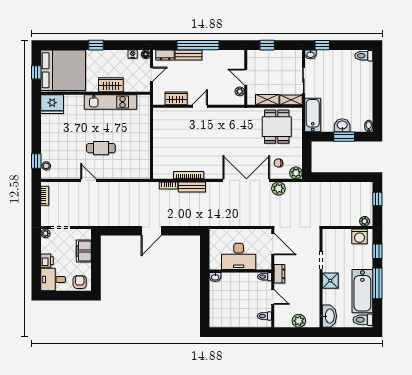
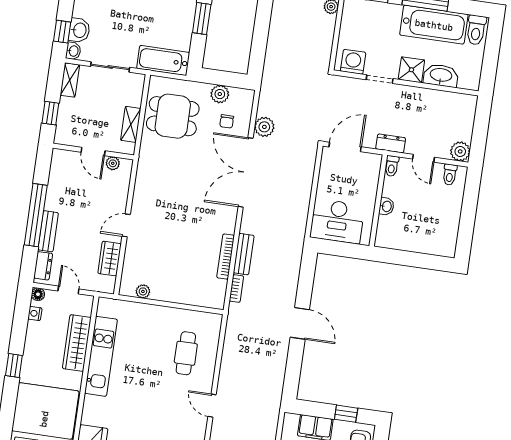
door: (246, 77) -> (93, 151), hinge flipped
wardrobe: (111, 85) -> (77, 343), width x1.50
shelving: (291, 100) -> (70, 80), moved
door: (200, 106) -> (126, 225), hinge flipped
plant: (158, 124) -> (143, 291), added
washbasin: (342, 125) -> (79, 30), moved, turned 180
cafe table: (101, 148) -> (186, 353), moved
plant: (296, 173) -> (220, 94), moved
door: (88, 180) -> (212, 406), hinge flipped
washing machine: (360, 236) -> (353, 62), moved, turned -90
desk: (239, 256) -> (337, 221), moved, turned 90
window: (96, 270) -> (346, 414), added
washbasin: (215, 277) -> (386, 206), moved
door: (273, 297) -> (424, 158), swing flipped
washbasin: (329, 316) -> (441, 75), moved
plant: (299, 321) -> (460, 151), moved

